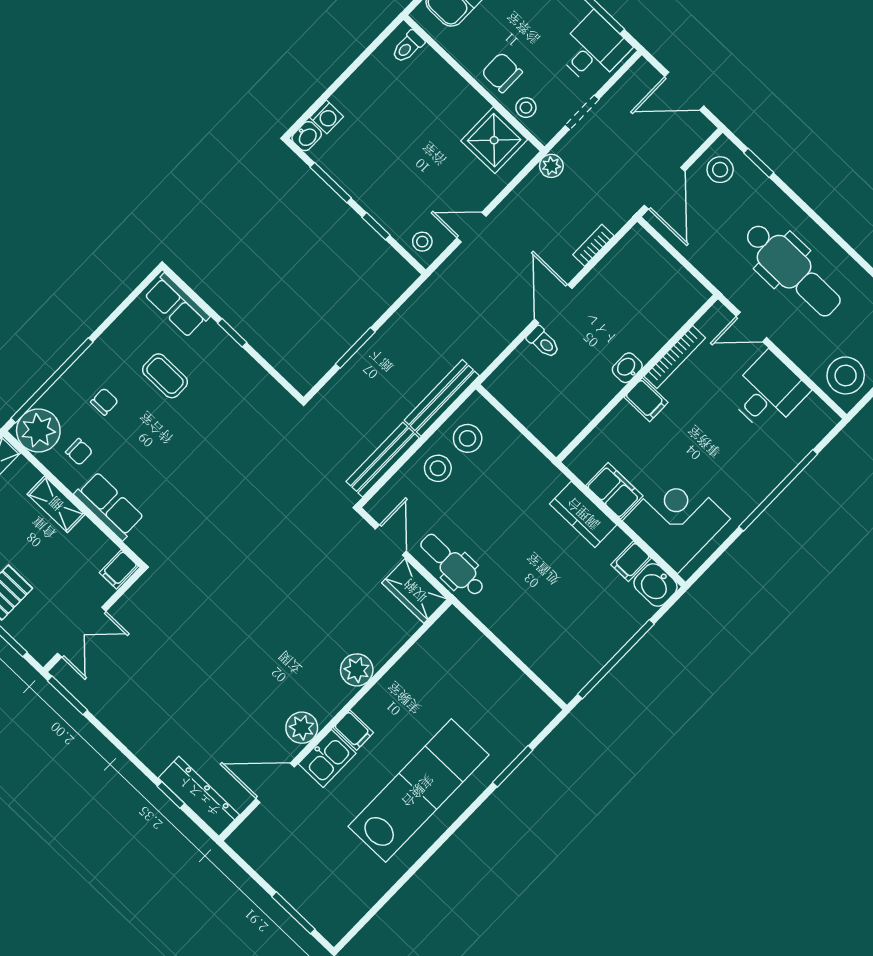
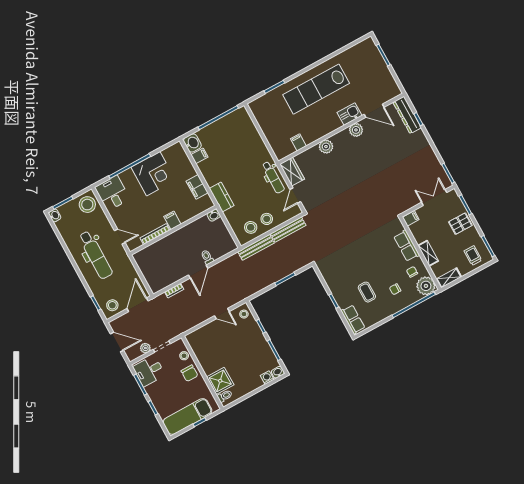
shower: (494, 140) -> (220, 381), moved
plant: (551, 166) -> (145, 348), moved
dental chair: (792, 270) -> (96, 255), turned 180
washbasin: (627, 368) -> (214, 215), moved
desk: (768, 392) -> (112, 193), moved, turned 90
kitchen counter: (583, 514) -> (222, 197), moved
corner desk: (676, 520) -> (153, 174), moved, turned -90
filing cabinet: (353, 730) -> (298, 142), moved

